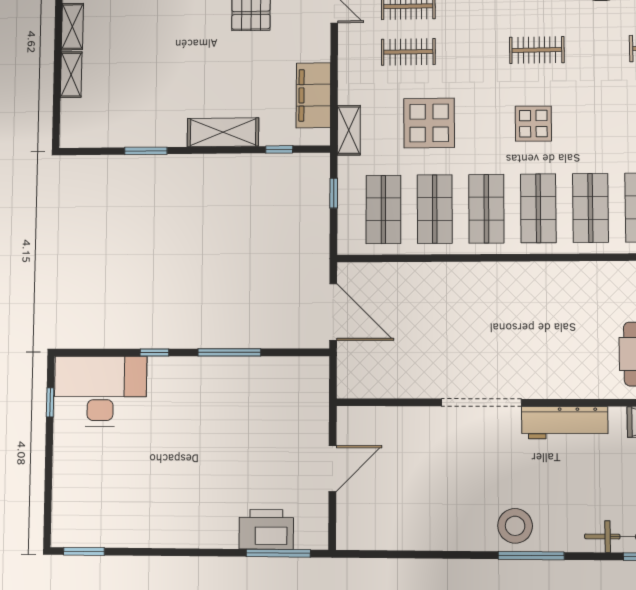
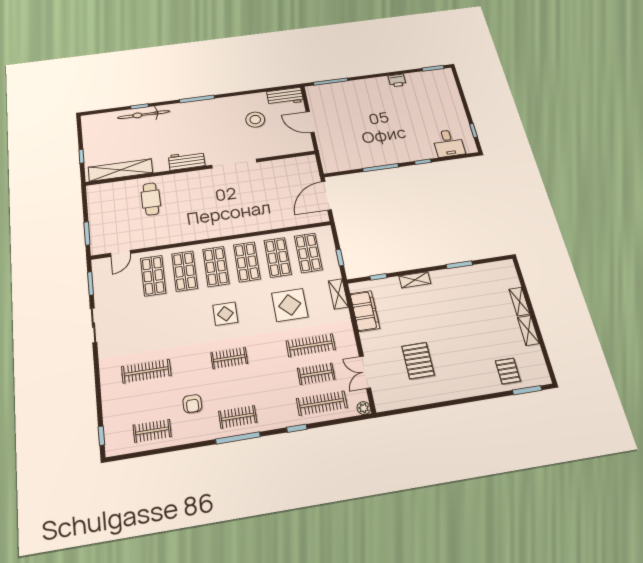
clothes rail: (408, 52) -> (311, 345), width x1.36
shelving: (223, 132) -> (415, 280), width x0.67, depth x0.75
door: (333, 312) -> (326, 196), hinge flipped
desk: (100, 391) -> (448, 143), width x0.53, depth x0.77
workbench: (565, 423) -> (187, 161), width x0.73
door: (333, 469) -> (310, 122), hinge flipped
stool: (515, 526) -> (255, 120), moved
printer: (266, 529) -> (397, 80), moved, width x0.53, depth x0.68
workbench: (368, 533) -> (285, 97), added

